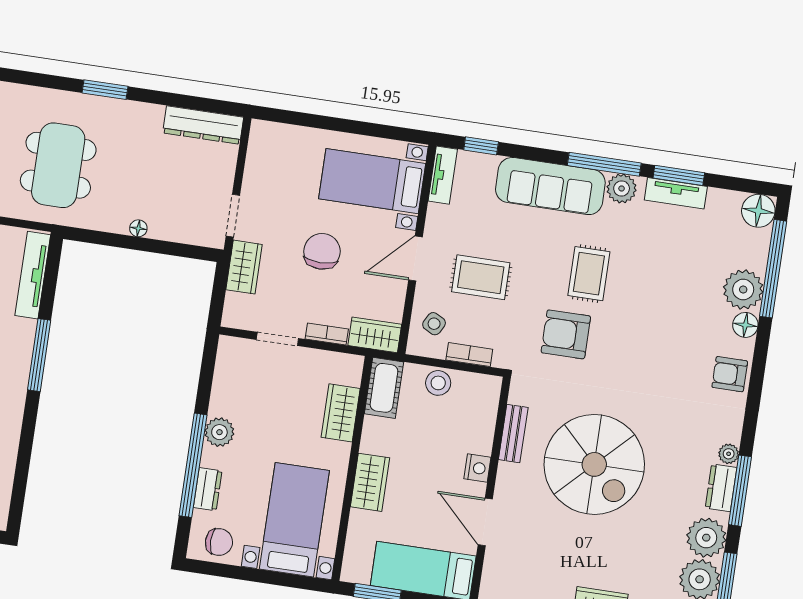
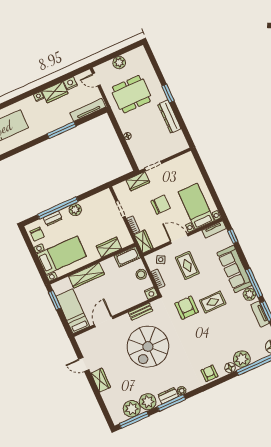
dresser: (203, 125) -> (169, 117), moved
nightstand: (477, 468) -> (151, 293), moved
wardrobe: (370, 482) -> (86, 275), width x1.50

